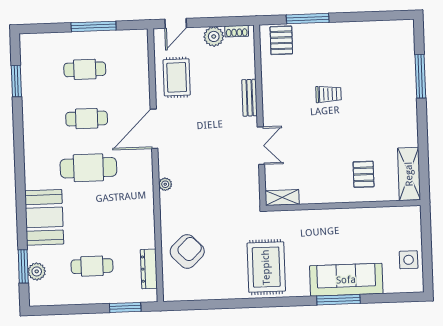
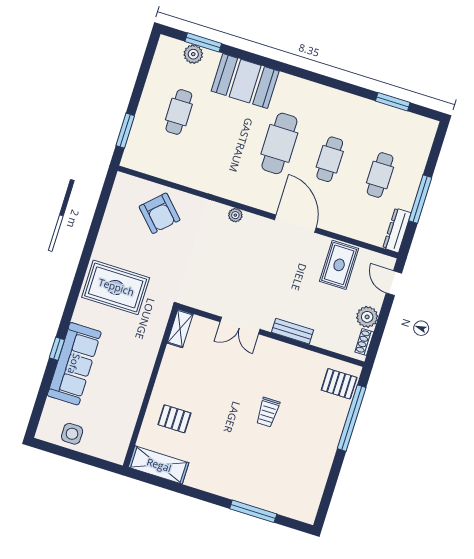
window: (308, 19) -> (352, 418), width x1.46
rug: (177, 77) -> (339, 265), turned 90
dresser: (149, 269) -> (397, 230), moved, turned -90
window: (338, 300) -> (57, 349), width x0.46

